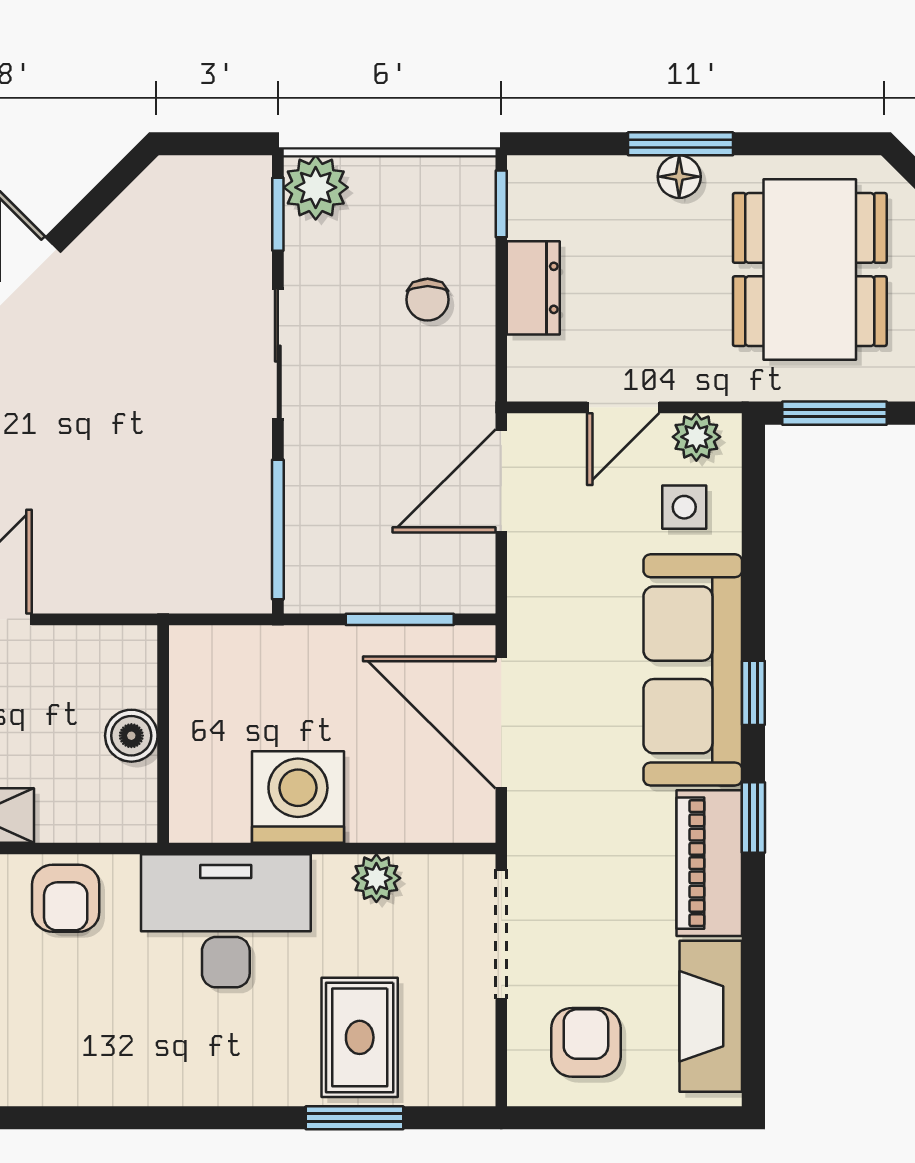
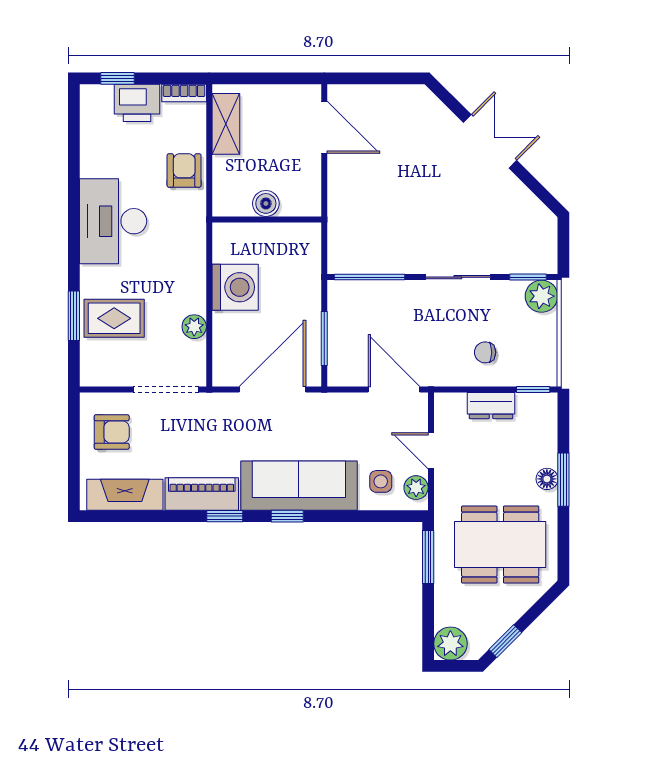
armchair: (66, 898) -> (184, 170), turned 90
desk: (226, 921) -> (113, 221), moved, turned 180

